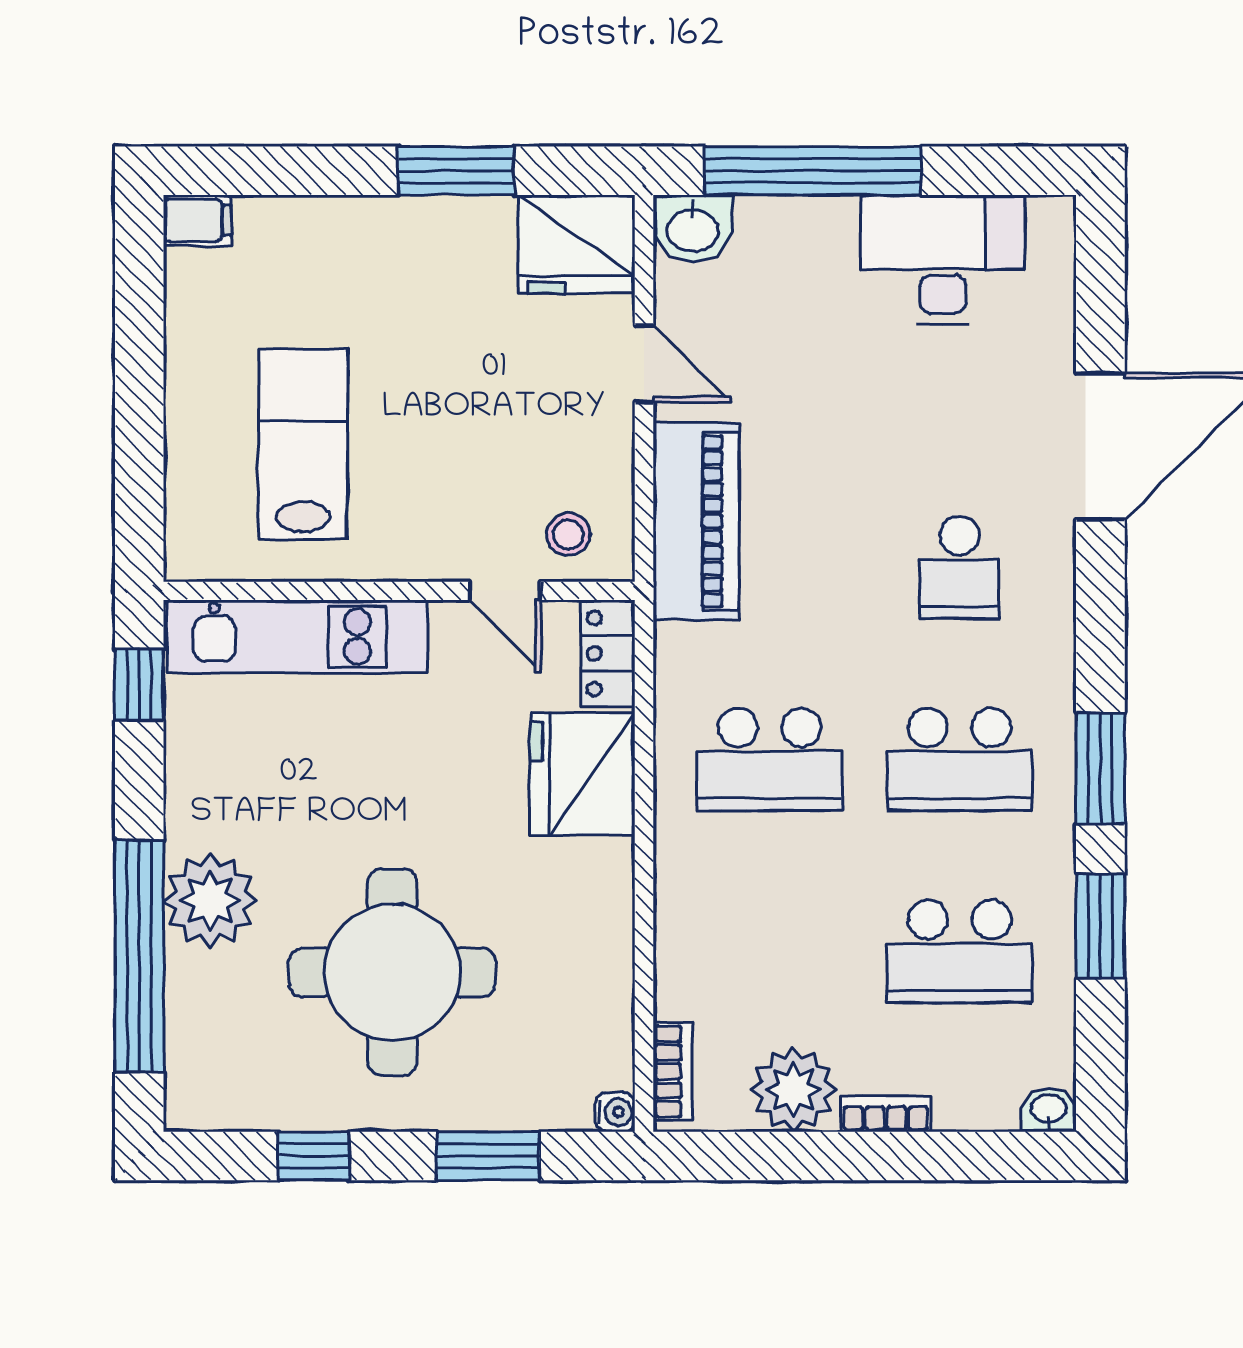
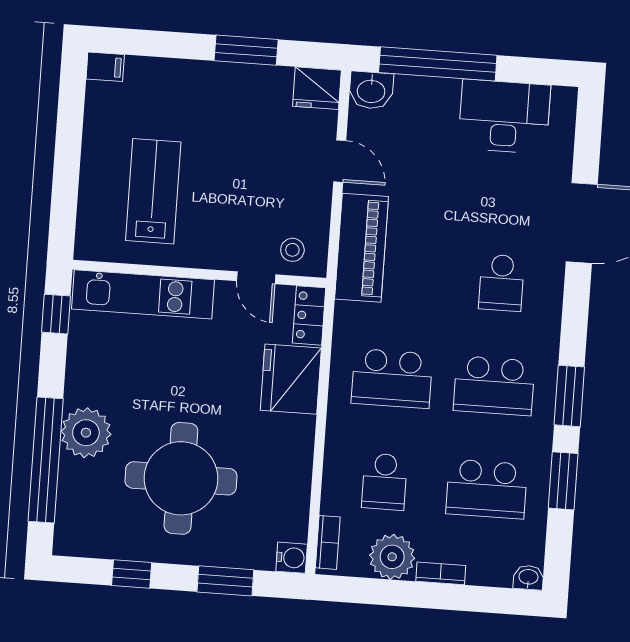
fridge: (577, 244) -> (317, 88), width x0.73, depth x0.75
school desk: (770, 951) -> (385, 482), added
water cooler: (615, 1112) -> (292, 558), width x1.38, depth x1.38

